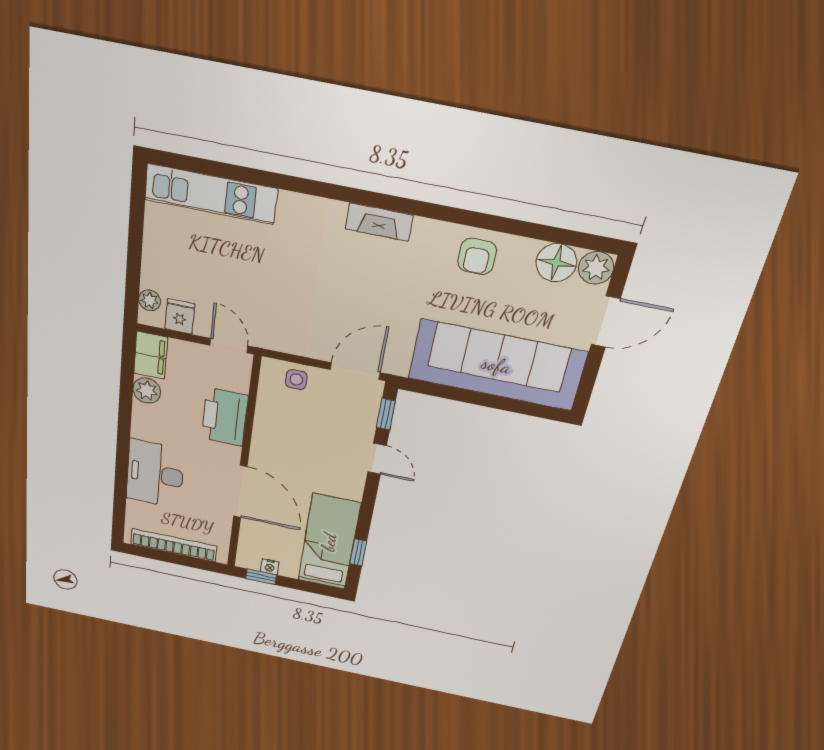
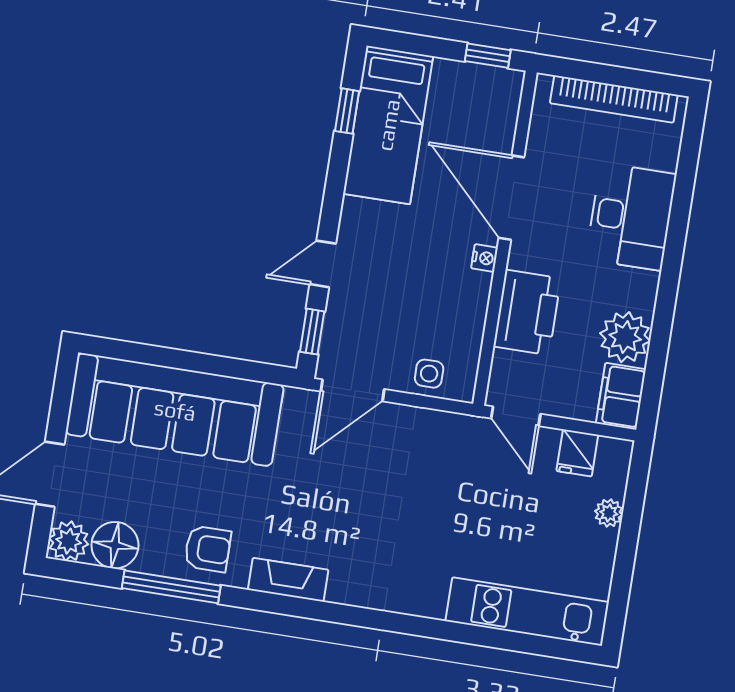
fireplace: (379, 222) -> (288, 580), moved
window: (511, 226) -> (171, 587), added
armchair: (477, 256) -> (208, 549), turned 90
plant: (150, 300) -> (609, 513), moved
plant: (147, 391) -> (625, 337), width x1.36, depth x1.36
door: (377, 459) -> (323, 264), hinge flipped
nightstand: (270, 567) -> (484, 258), moved, turned 90

